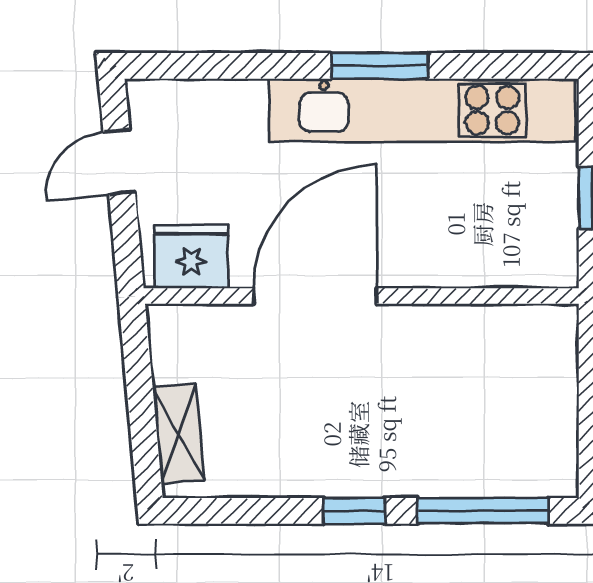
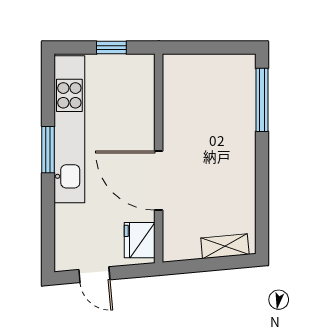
window: (354, 511) -> (262, 162), removed

